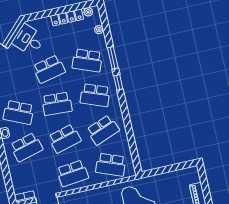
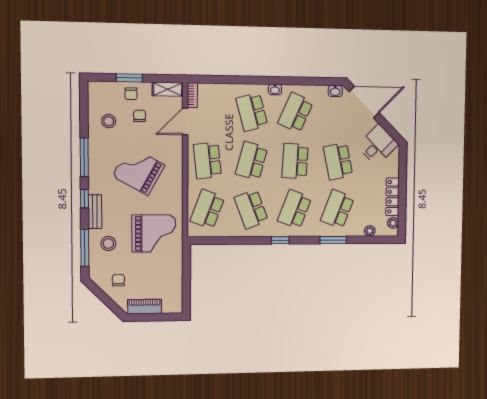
window: (118, 82) -> (280, 240), moved
school desk: (65, 139) -> (252, 161), turned 30

